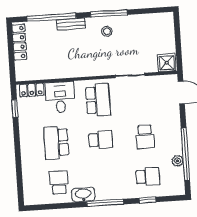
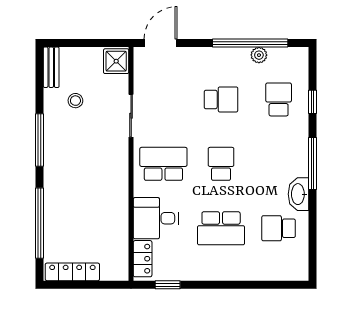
bench: (71, 24) -> (51, 67), moved
stool: (107, 31) -> (75, 101), moved

